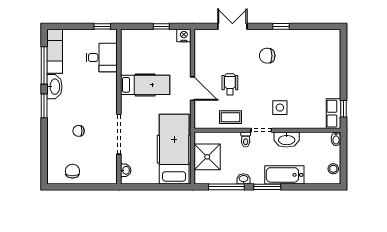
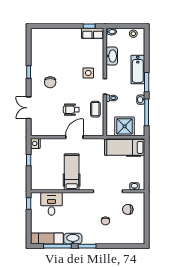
washbasin: (287, 140) -> (112, 56), moved
hospital bed: (174, 149) -> (125, 147), width x0.73, depth x0.78
chair: (72, 171) -> (128, 209), moved

